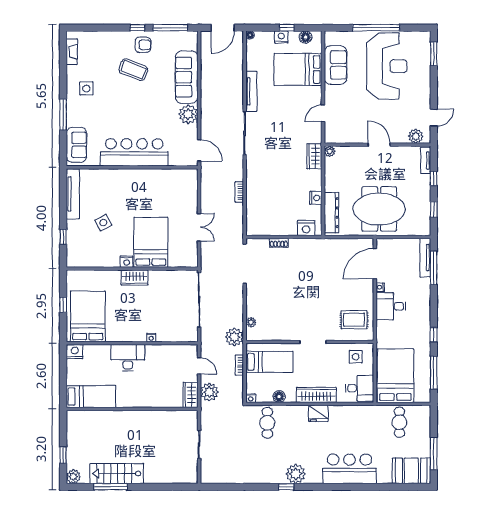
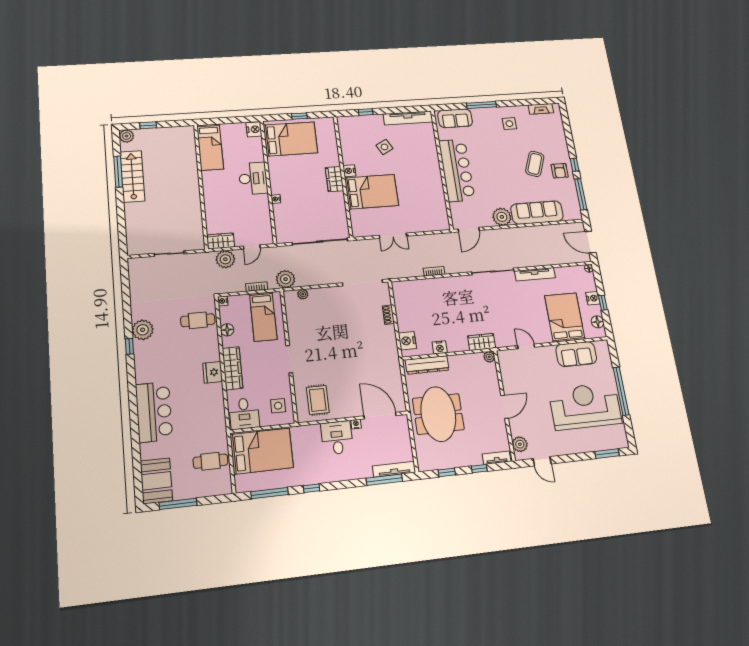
reception desk: (387, 66) -> (585, 406), turned 180
plant: (296, 474) -> (143, 330), moved

